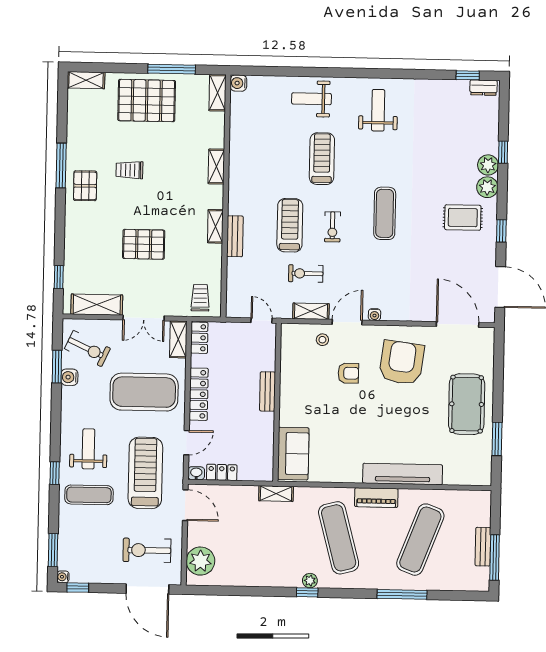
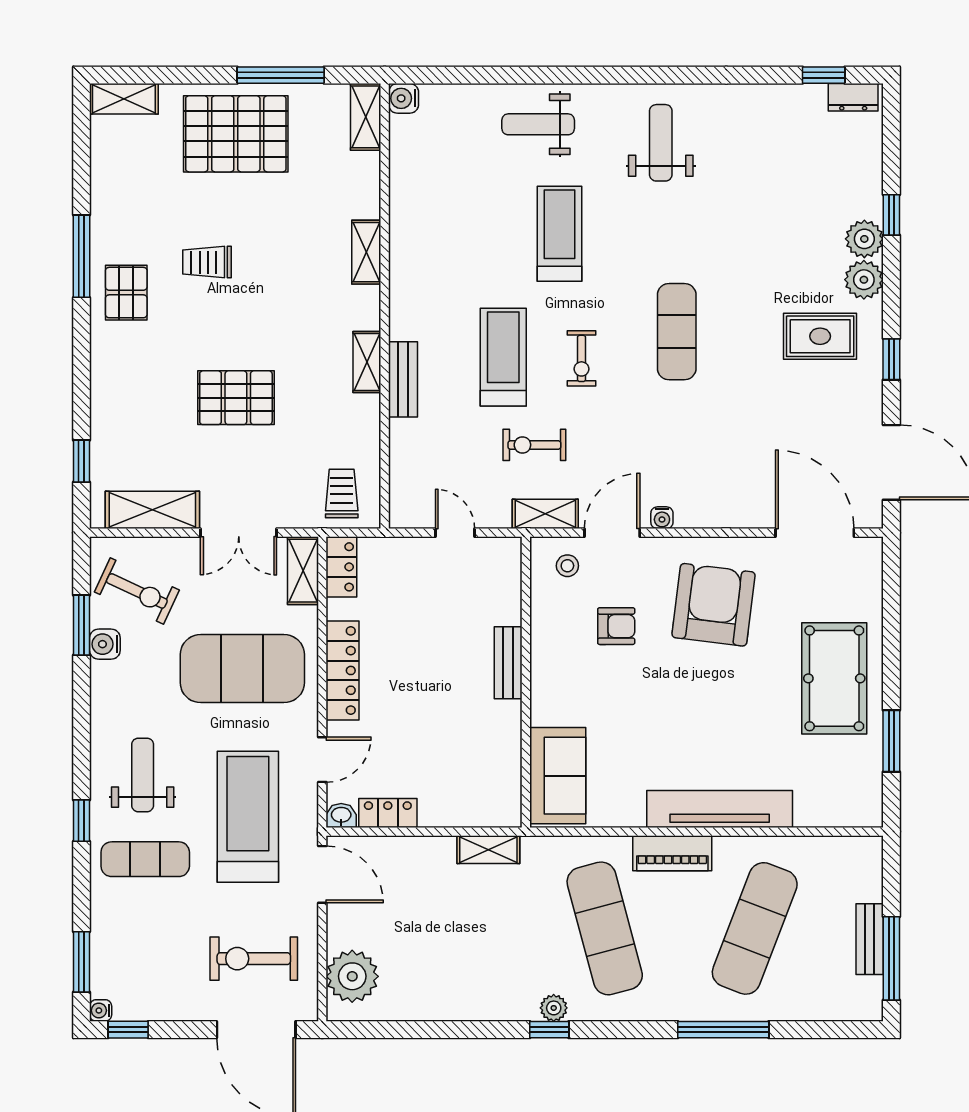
bench: (267, 391) -> (508, 663), moved
wall: (277, 402) -> (526, 682), moved
sofa: (293, 454) -> (558, 776), moved

